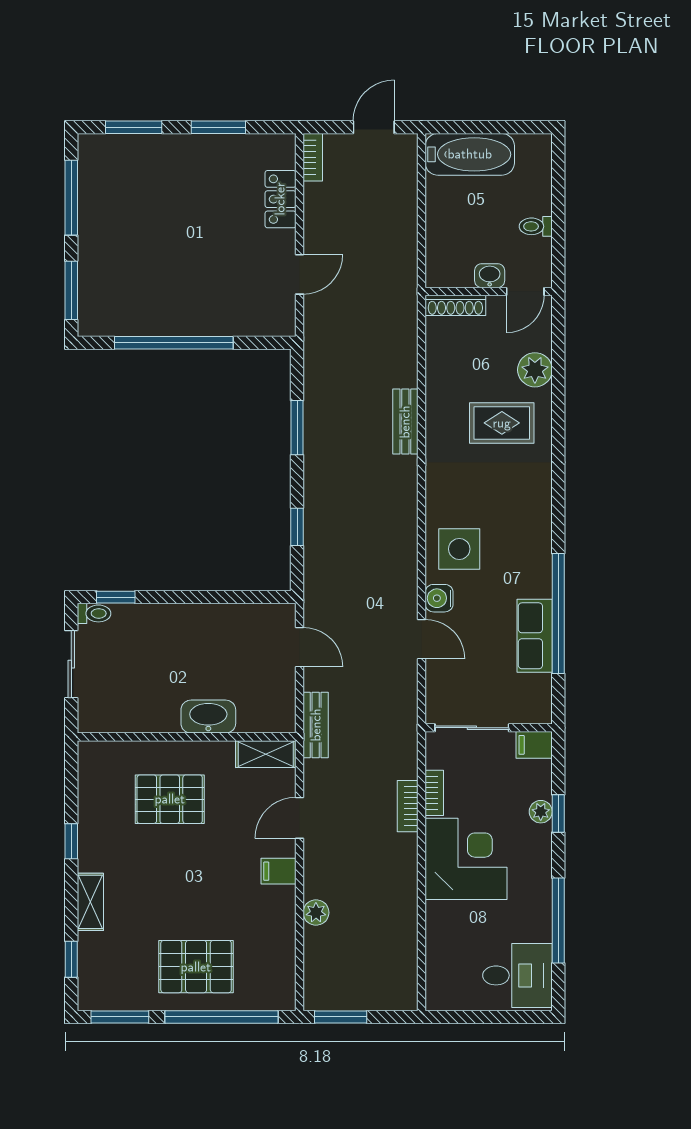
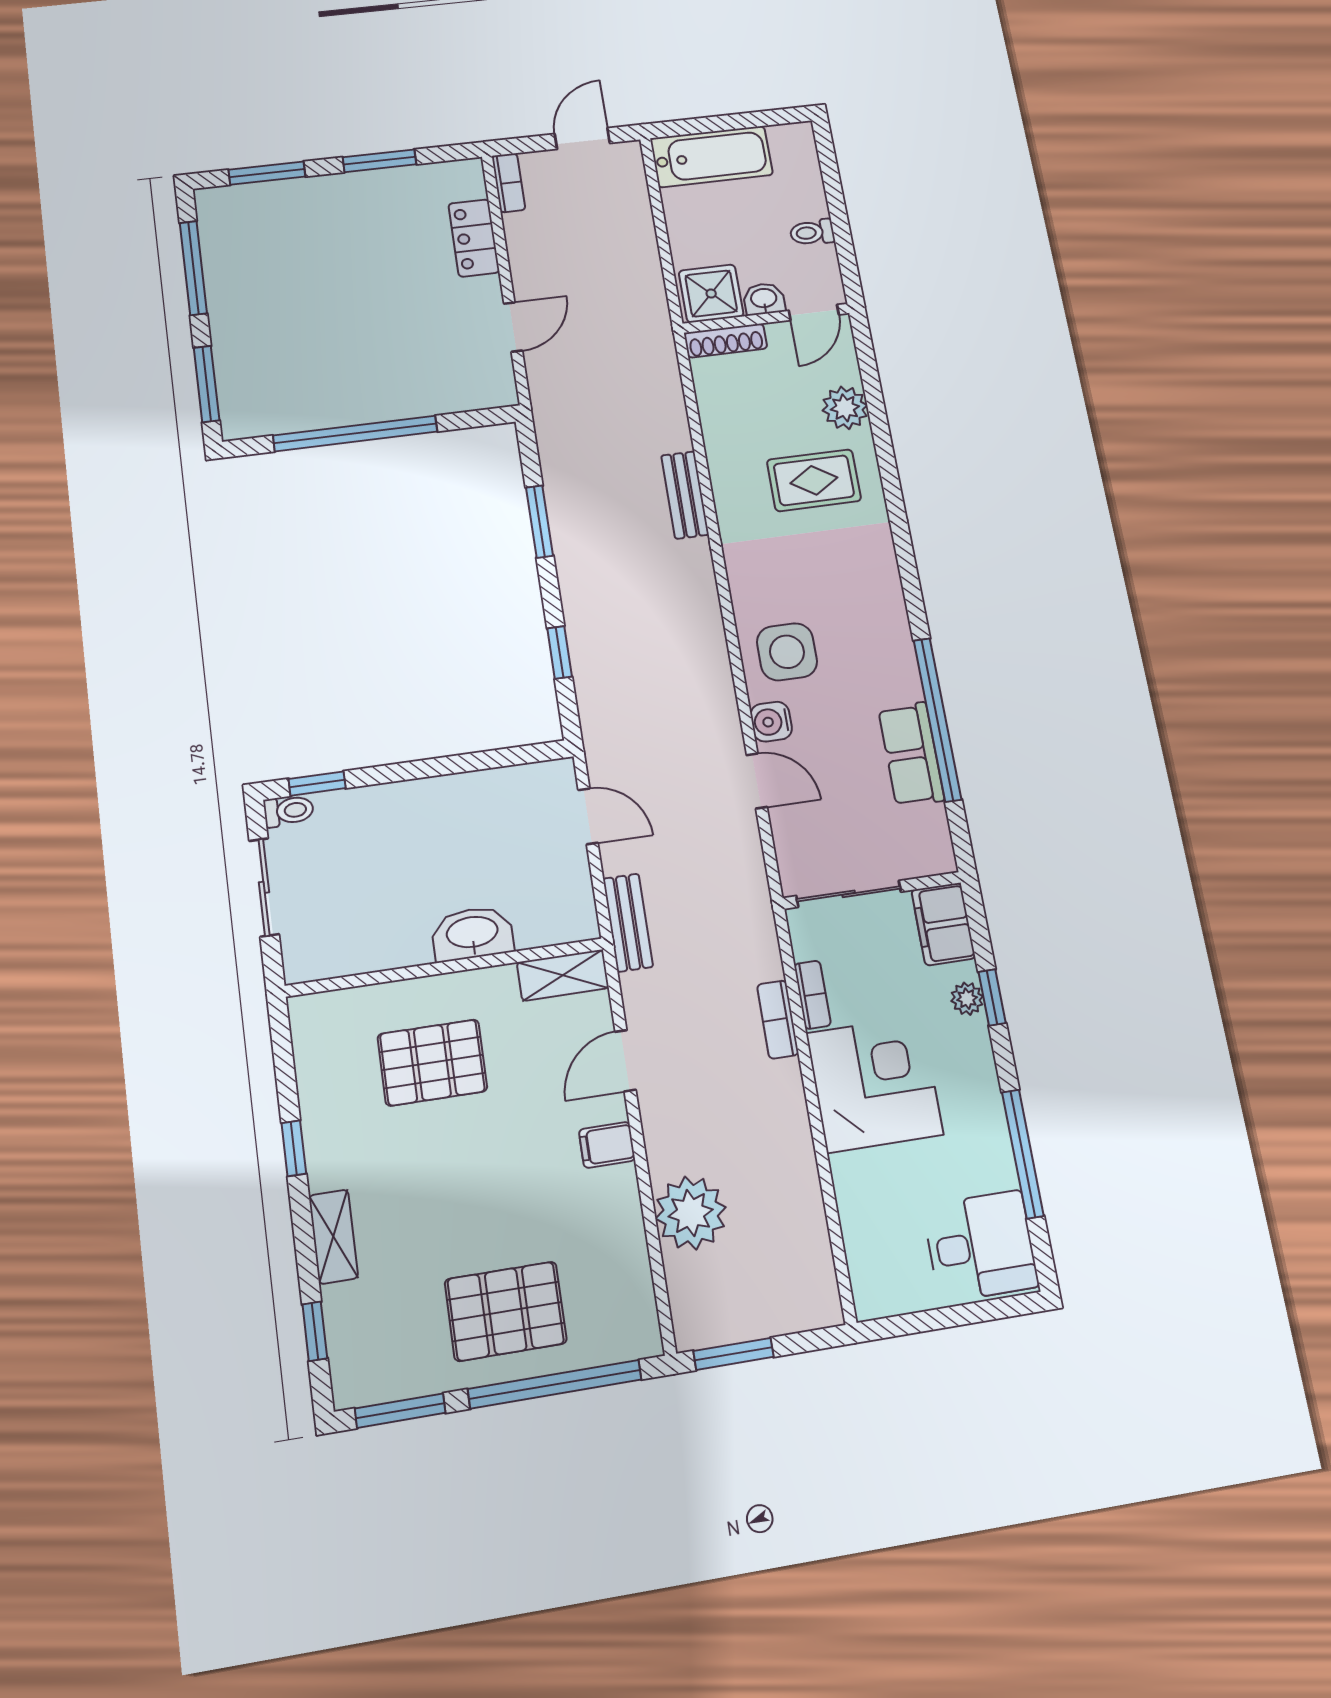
shower: (451, 266) -> (711, 293), added
filing cabinet: (534, 745) -> (943, 924), width x2.00
plant: (316, 913) -> (691, 1213), width x1.88, depth x1.88

